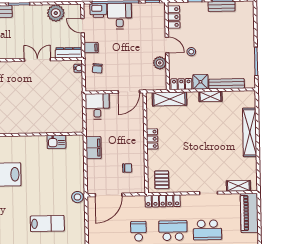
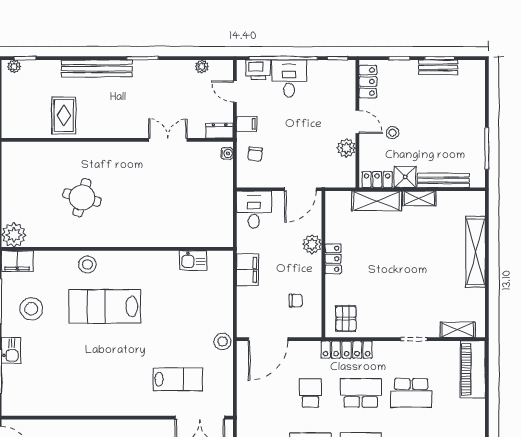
plant: (56, 13) -> (202, 67), width x0.53, depth x0.53
dresser: (69, 53) -> (220, 131), width x0.70
shelving: (169, 99) -> (377, 201), moved
plant: (138, 129) -> (312, 244), added

